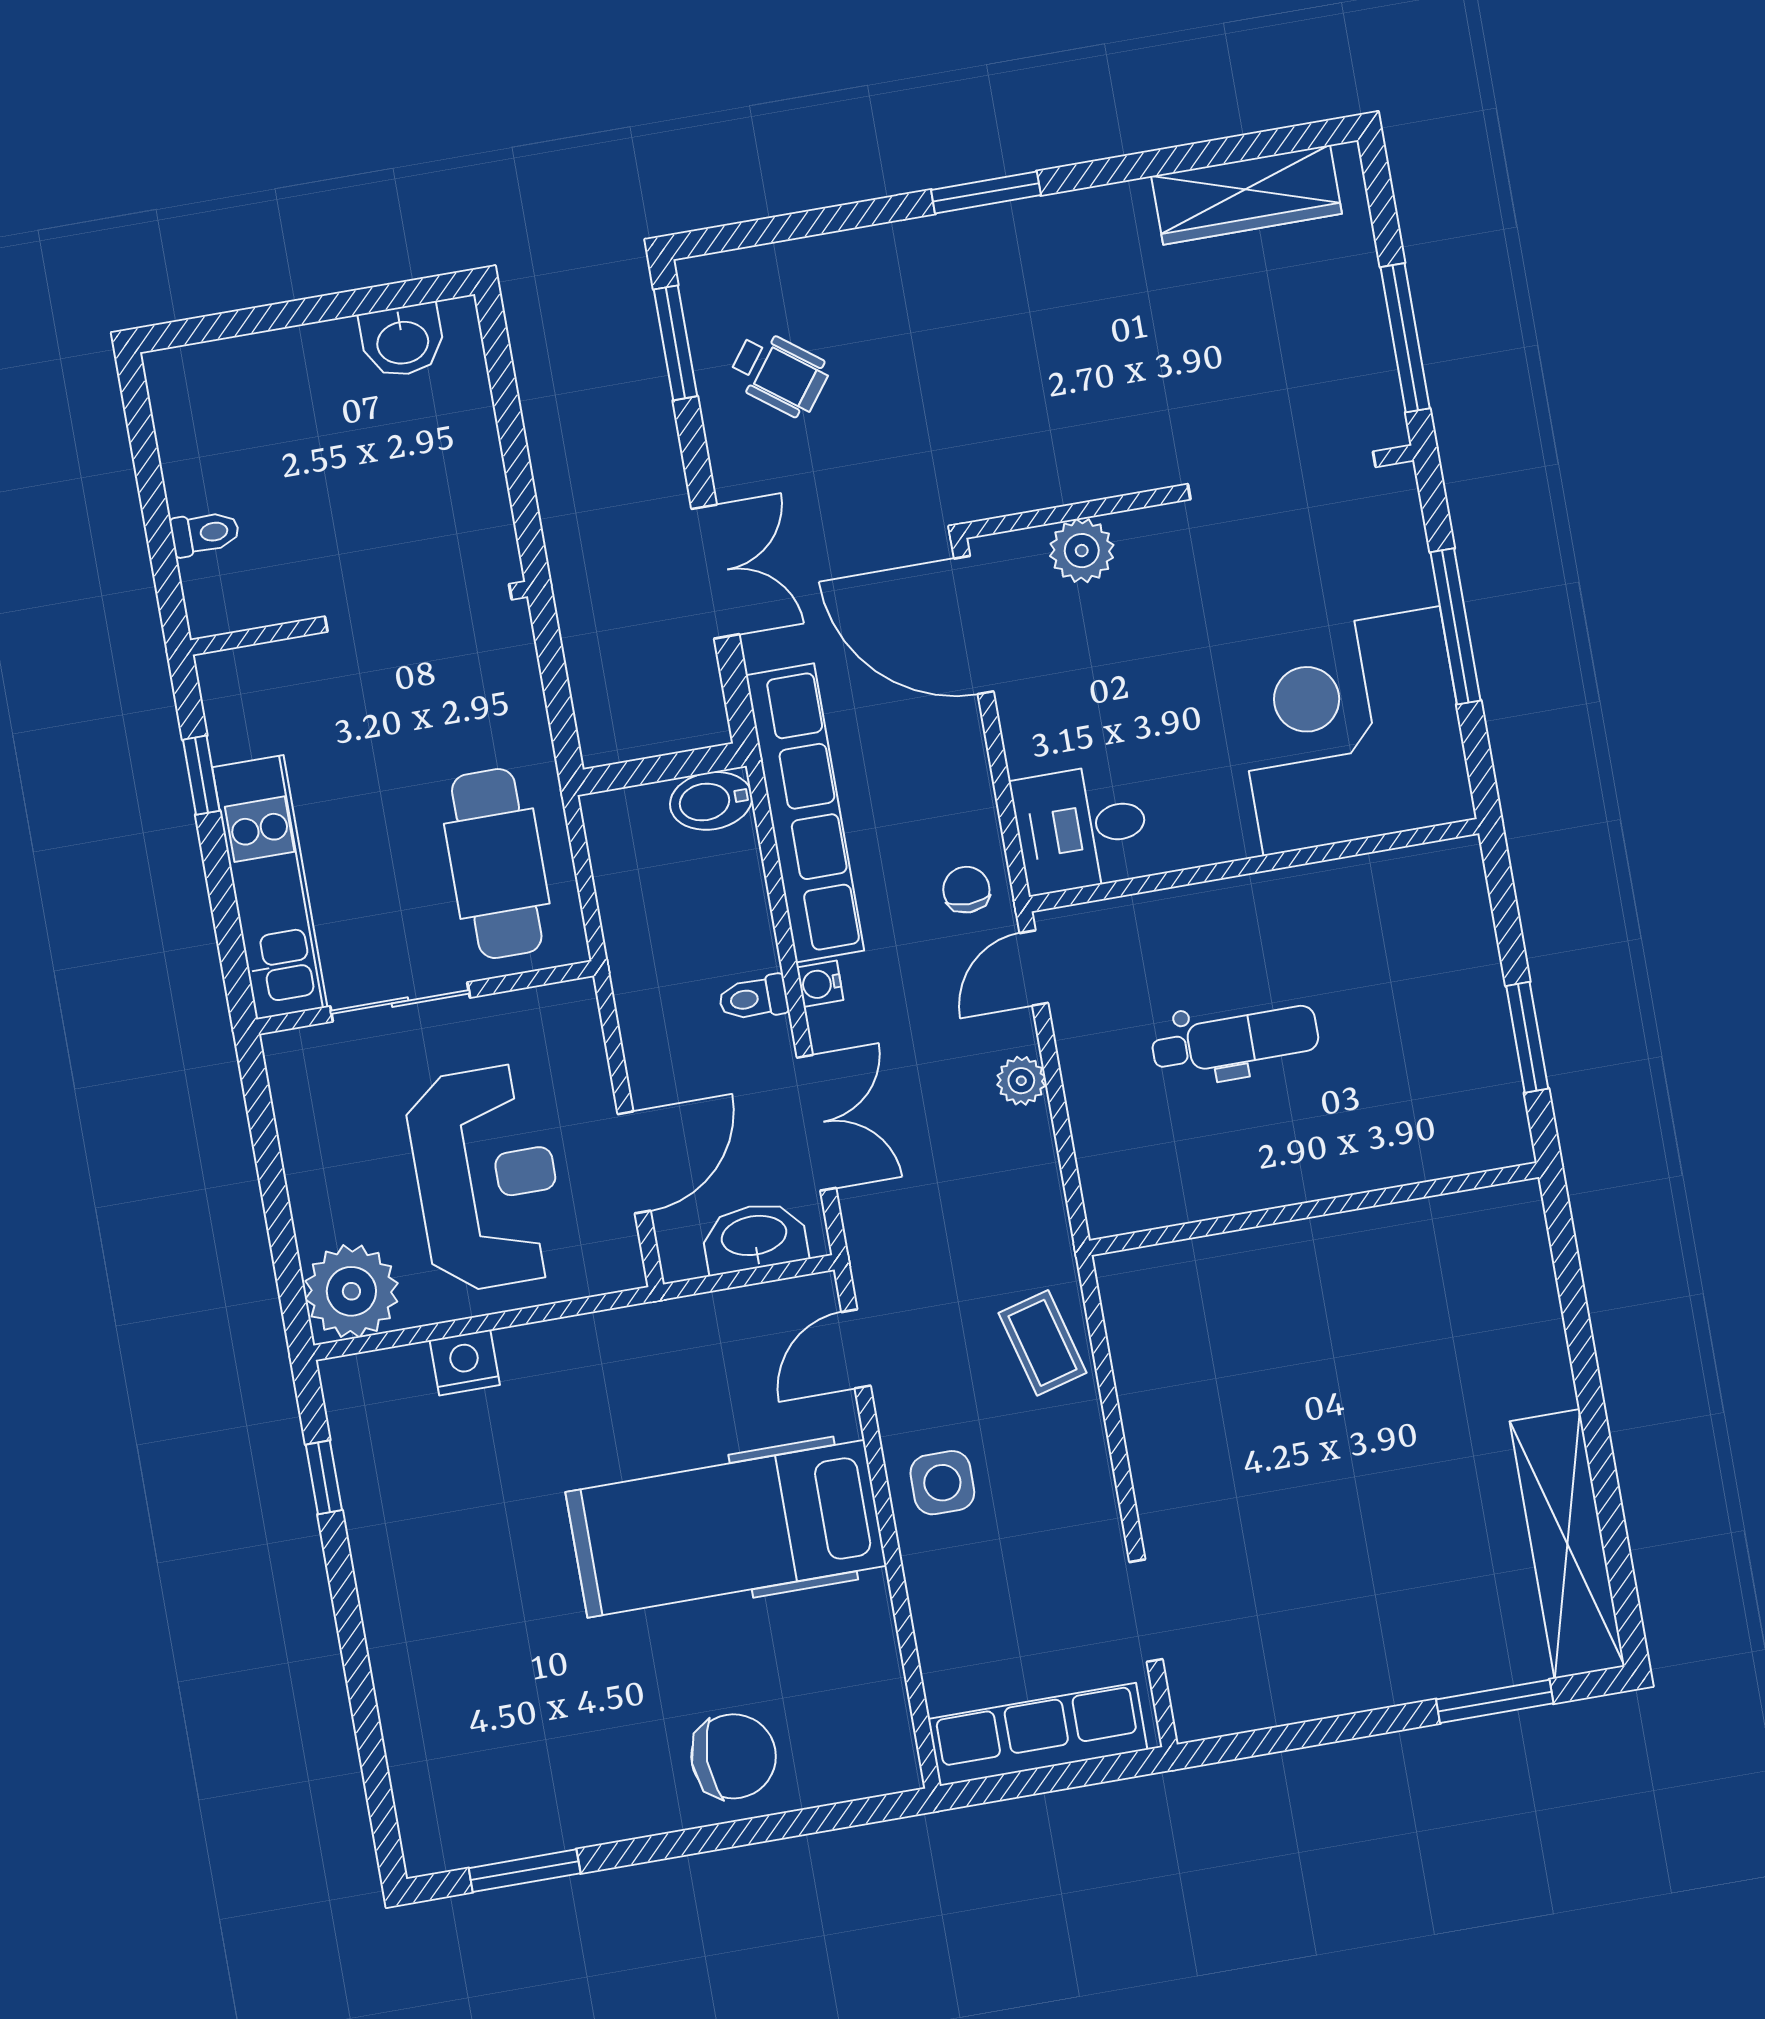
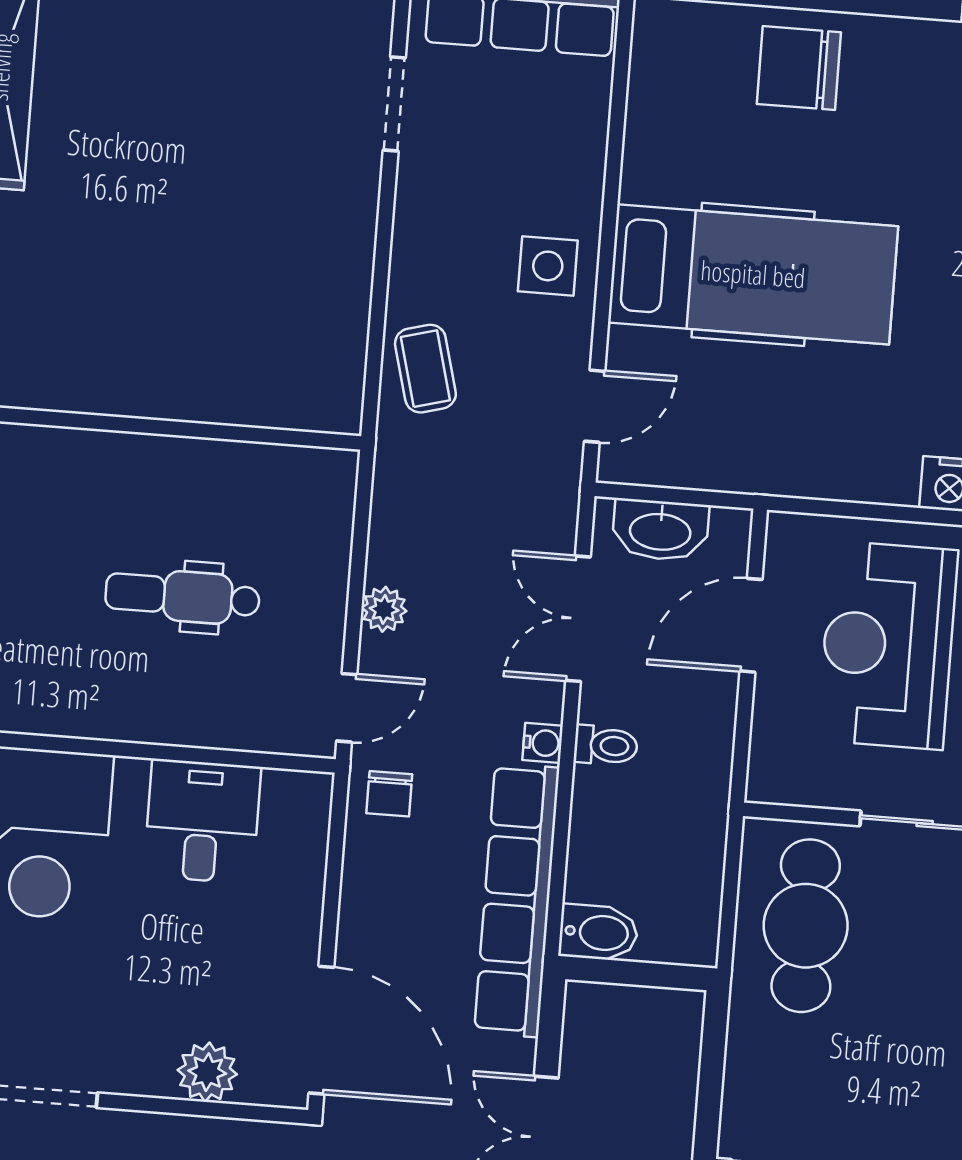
desk: (1081, 828) -> (202, 821), moved, turned -90

